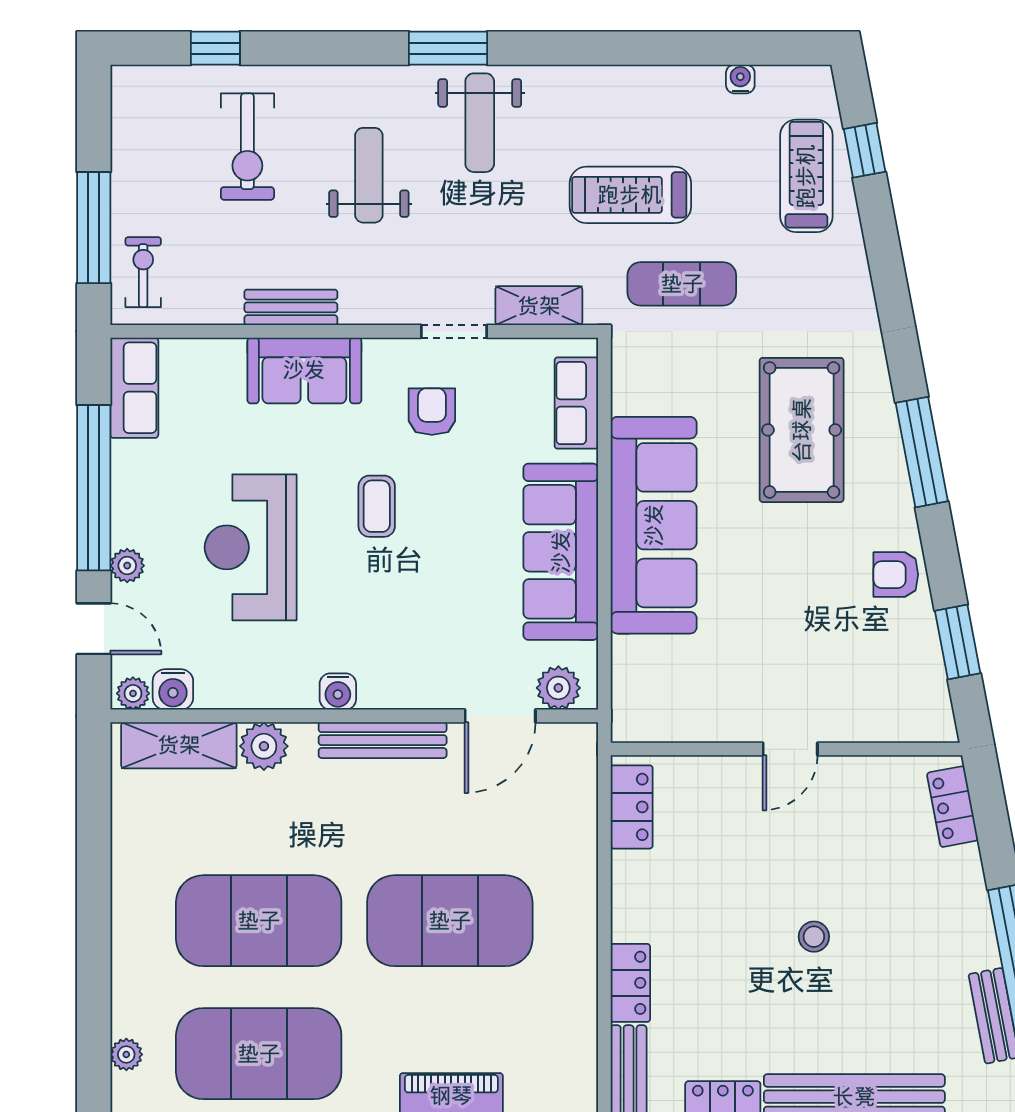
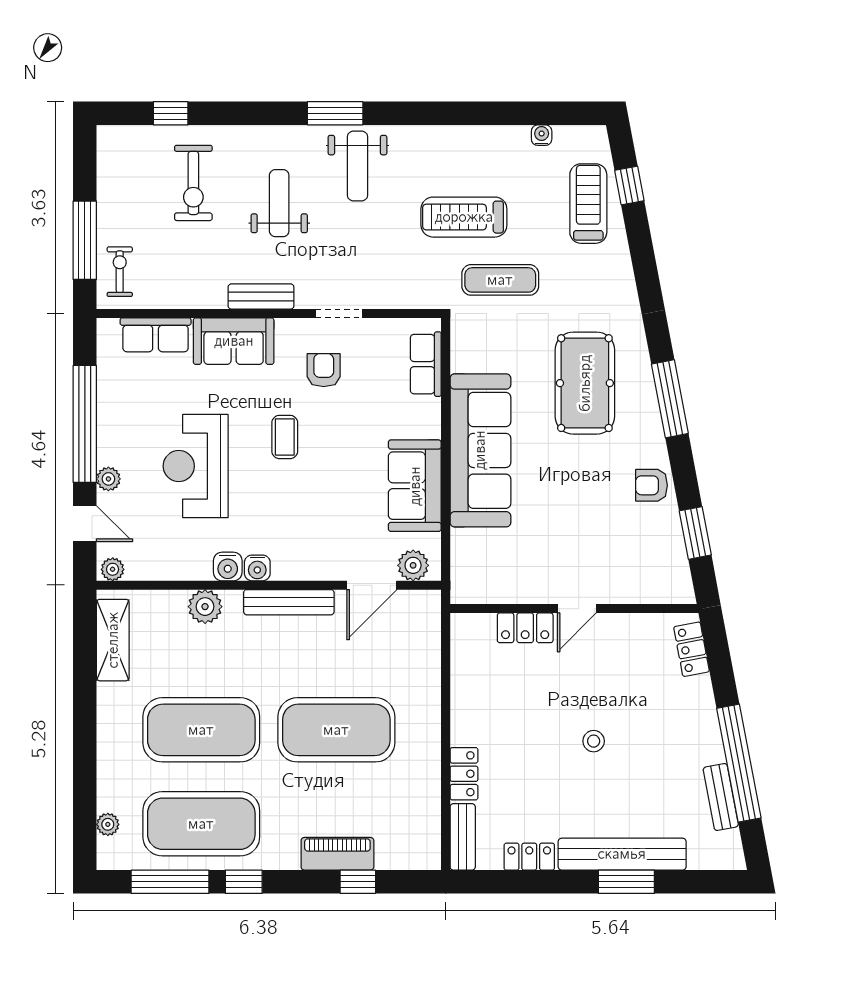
shelving: (539, 306) -> (399, 295), removed
bench: (291, 307) -> (261, 297), moved
row of seats: (134, 388) -> (156, 335), moved, turned 90
sofa: (561, 552) -> (415, 486), width x0.73
water cooler: (173, 689) -> (228, 566), moved
shelving: (179, 745) -> (113, 640), moved, turned 90
locker: (632, 807) -> (525, 628), moved, turned 90

